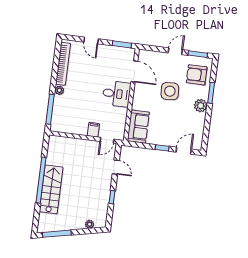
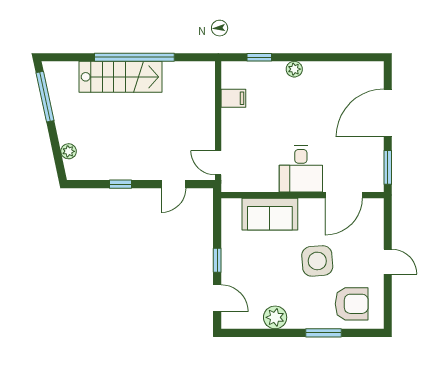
door: (91, 40) -> (388, 113), width x1.87
window: (198, 54) -> (388, 301), removed
bookcase: (63, 64) -> (341, 70), removed
armchair: (197, 75) -> (352, 304), turned 90
plant: (201, 106) -> (275, 317), moved
window: (50, 109) -> (259, 57), width x0.46
sofa: (138, 127) -> (270, 214), moved
filing cabinet: (93, 130) -> (233, 98), moved

